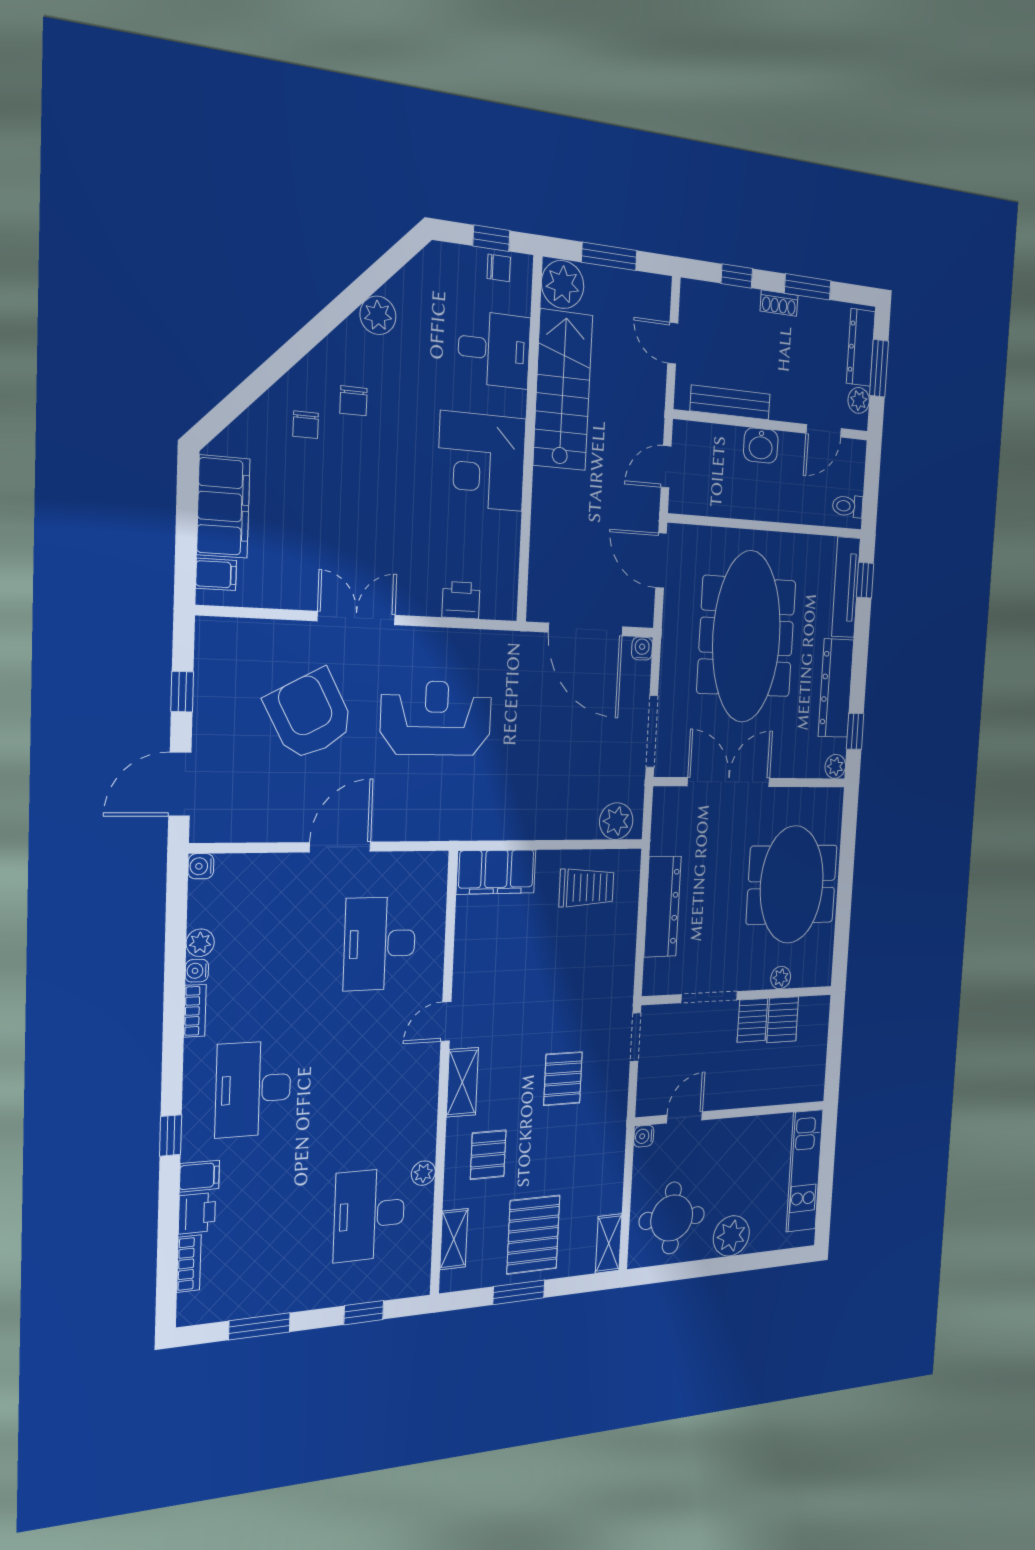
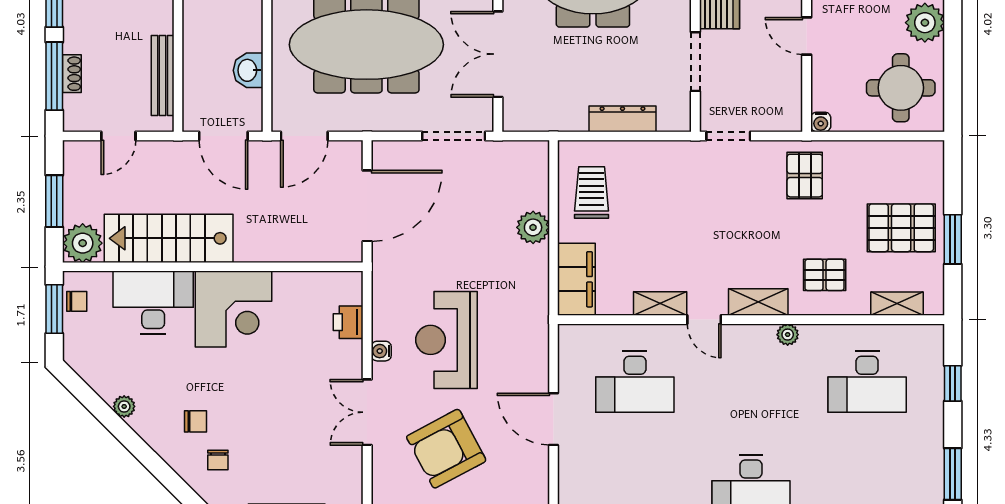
window: (491, 238) -> (54, 309), width x1.50
chair: (499, 268) -> (77, 301), turned 90
window: (737, 276) -> (54, 76), width x2.17
shoe rack: (779, 303) -> (72, 74), moved
plant: (378, 315) -> (124, 406), width x0.73, depth x0.73
desk: (494, 350) -> (153, 302), width x1.37
chair: (306, 425) -> (218, 460), turned 90
washbasin: (761, 445) -> (248, 70), moved, turned 180
door: (666, 467) -> (223, 136), width x1.38
water cooler: (642, 649) -> (381, 351), moved
plant: (616, 821) -> (533, 227), moved
dresser: (662, 907) -> (622, 119), width x0.73, depth x0.80
pallet: (563, 1079) -> (805, 176), moved, turned 90
door: (685, 1117) -> (807, 36), moved
plant: (423, 1173) -> (788, 335), moved
shelving: (609, 1243) -> (660, 303), moved

